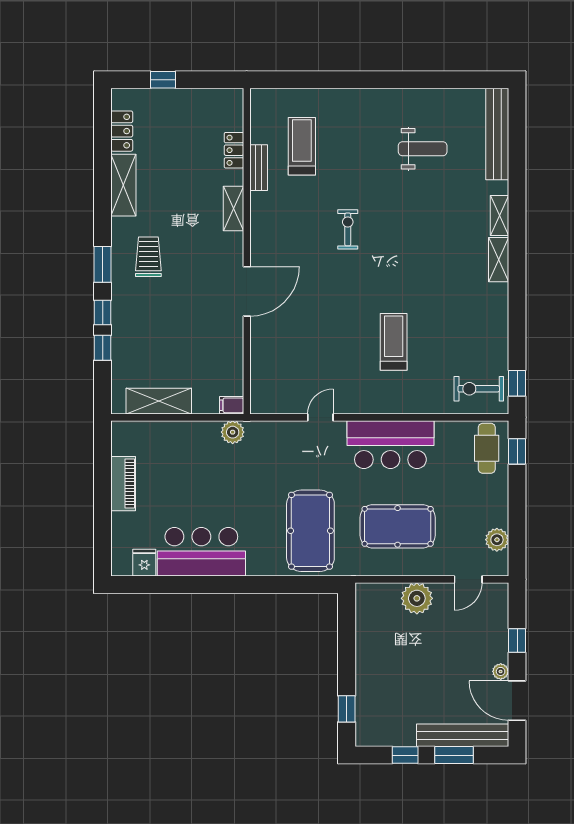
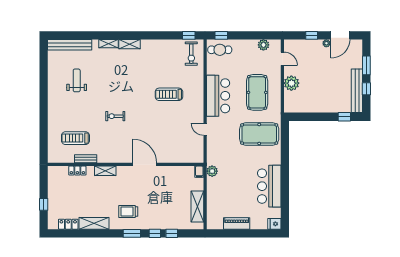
fridge: (144, 563) -> (274, 224), moved
bench: (463, 735) -> (357, 91), moved

